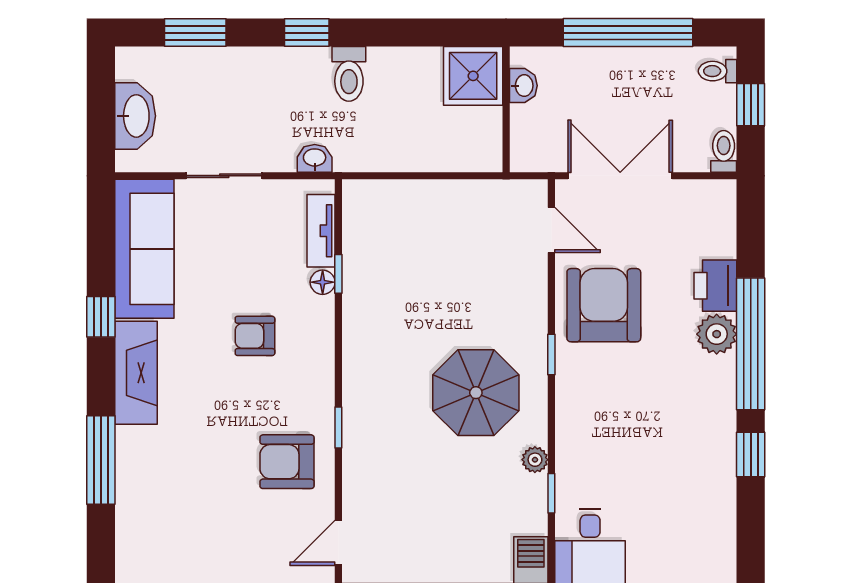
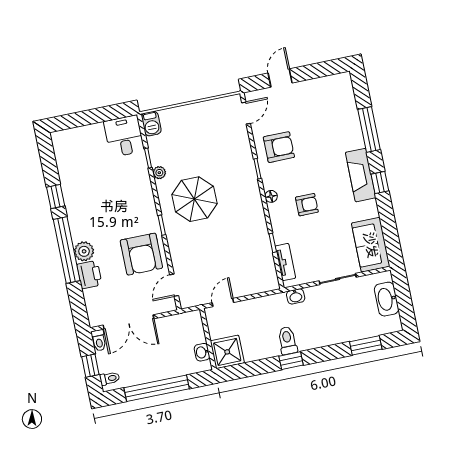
window: (307, 33) -> (291, 361), moved
door: (462, 176) -> (223, 303), added
double door: (620, 176) -> (128, 322), moved
door: (551, 230) -> (174, 285), hinge flipped
sofa: (144, 249) -> (371, 245), width x0.73
floor lamp: (323, 282) -> (271, 196), moved
window: (101, 317) -> (380, 183), moved

